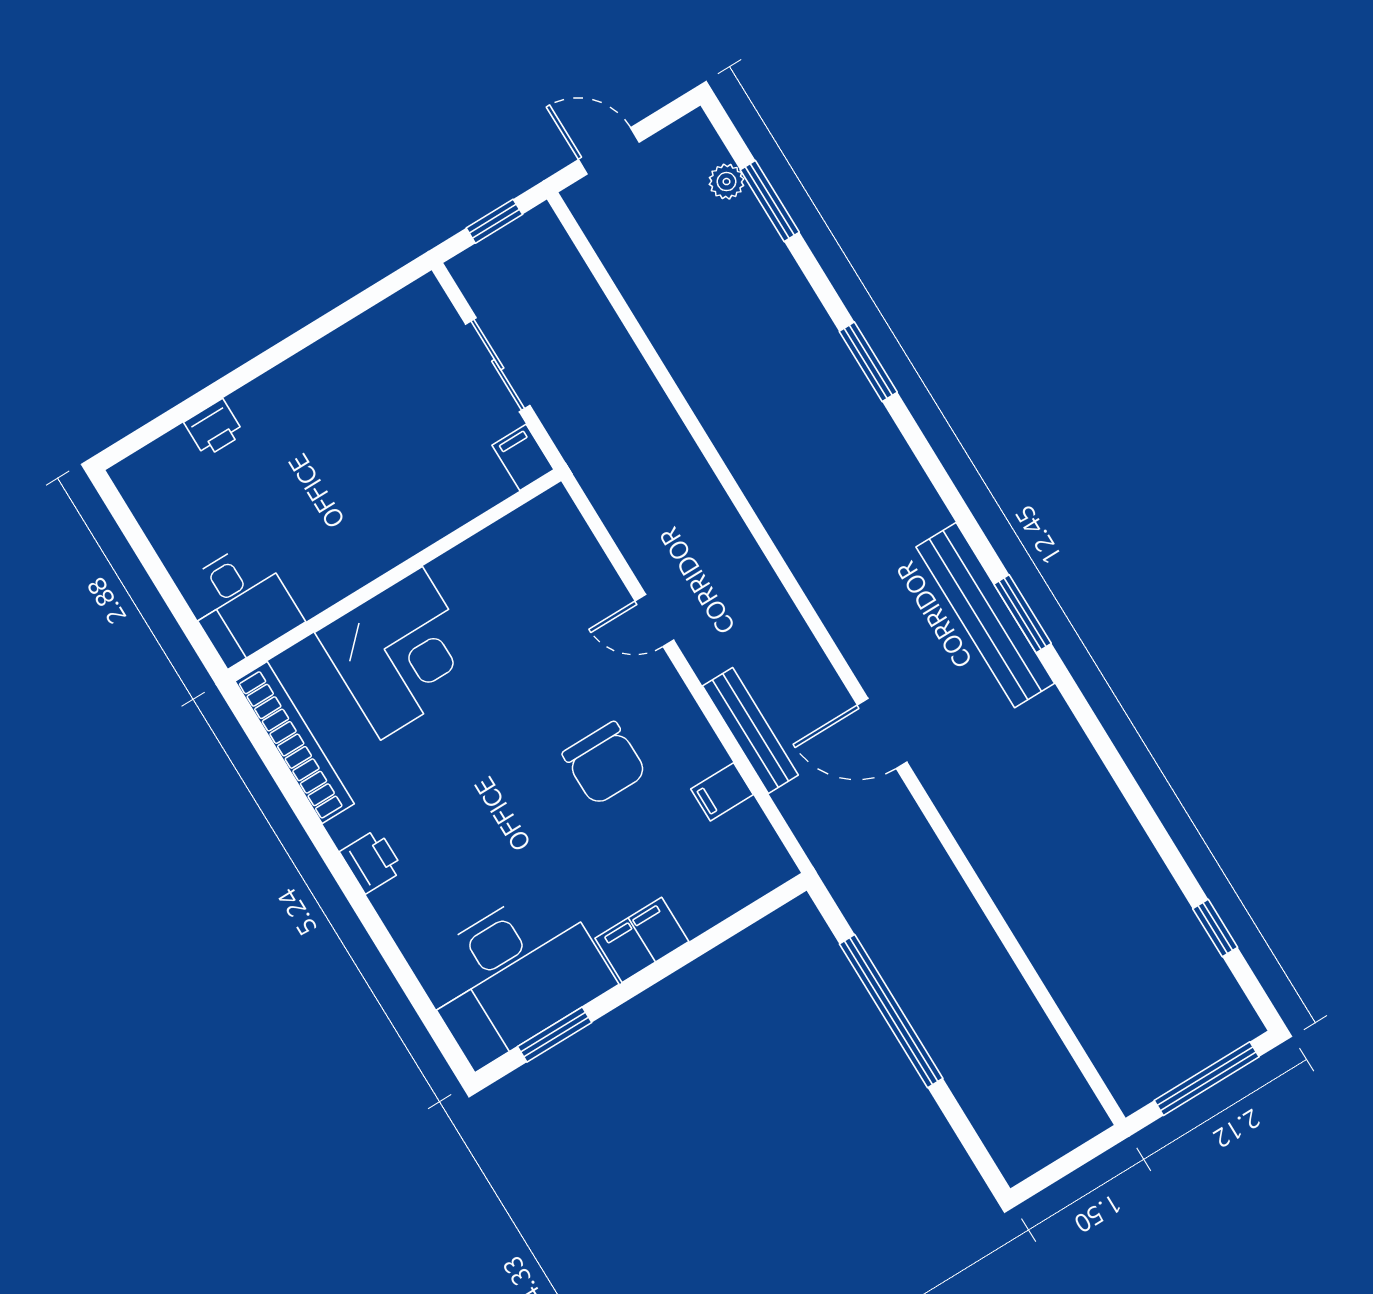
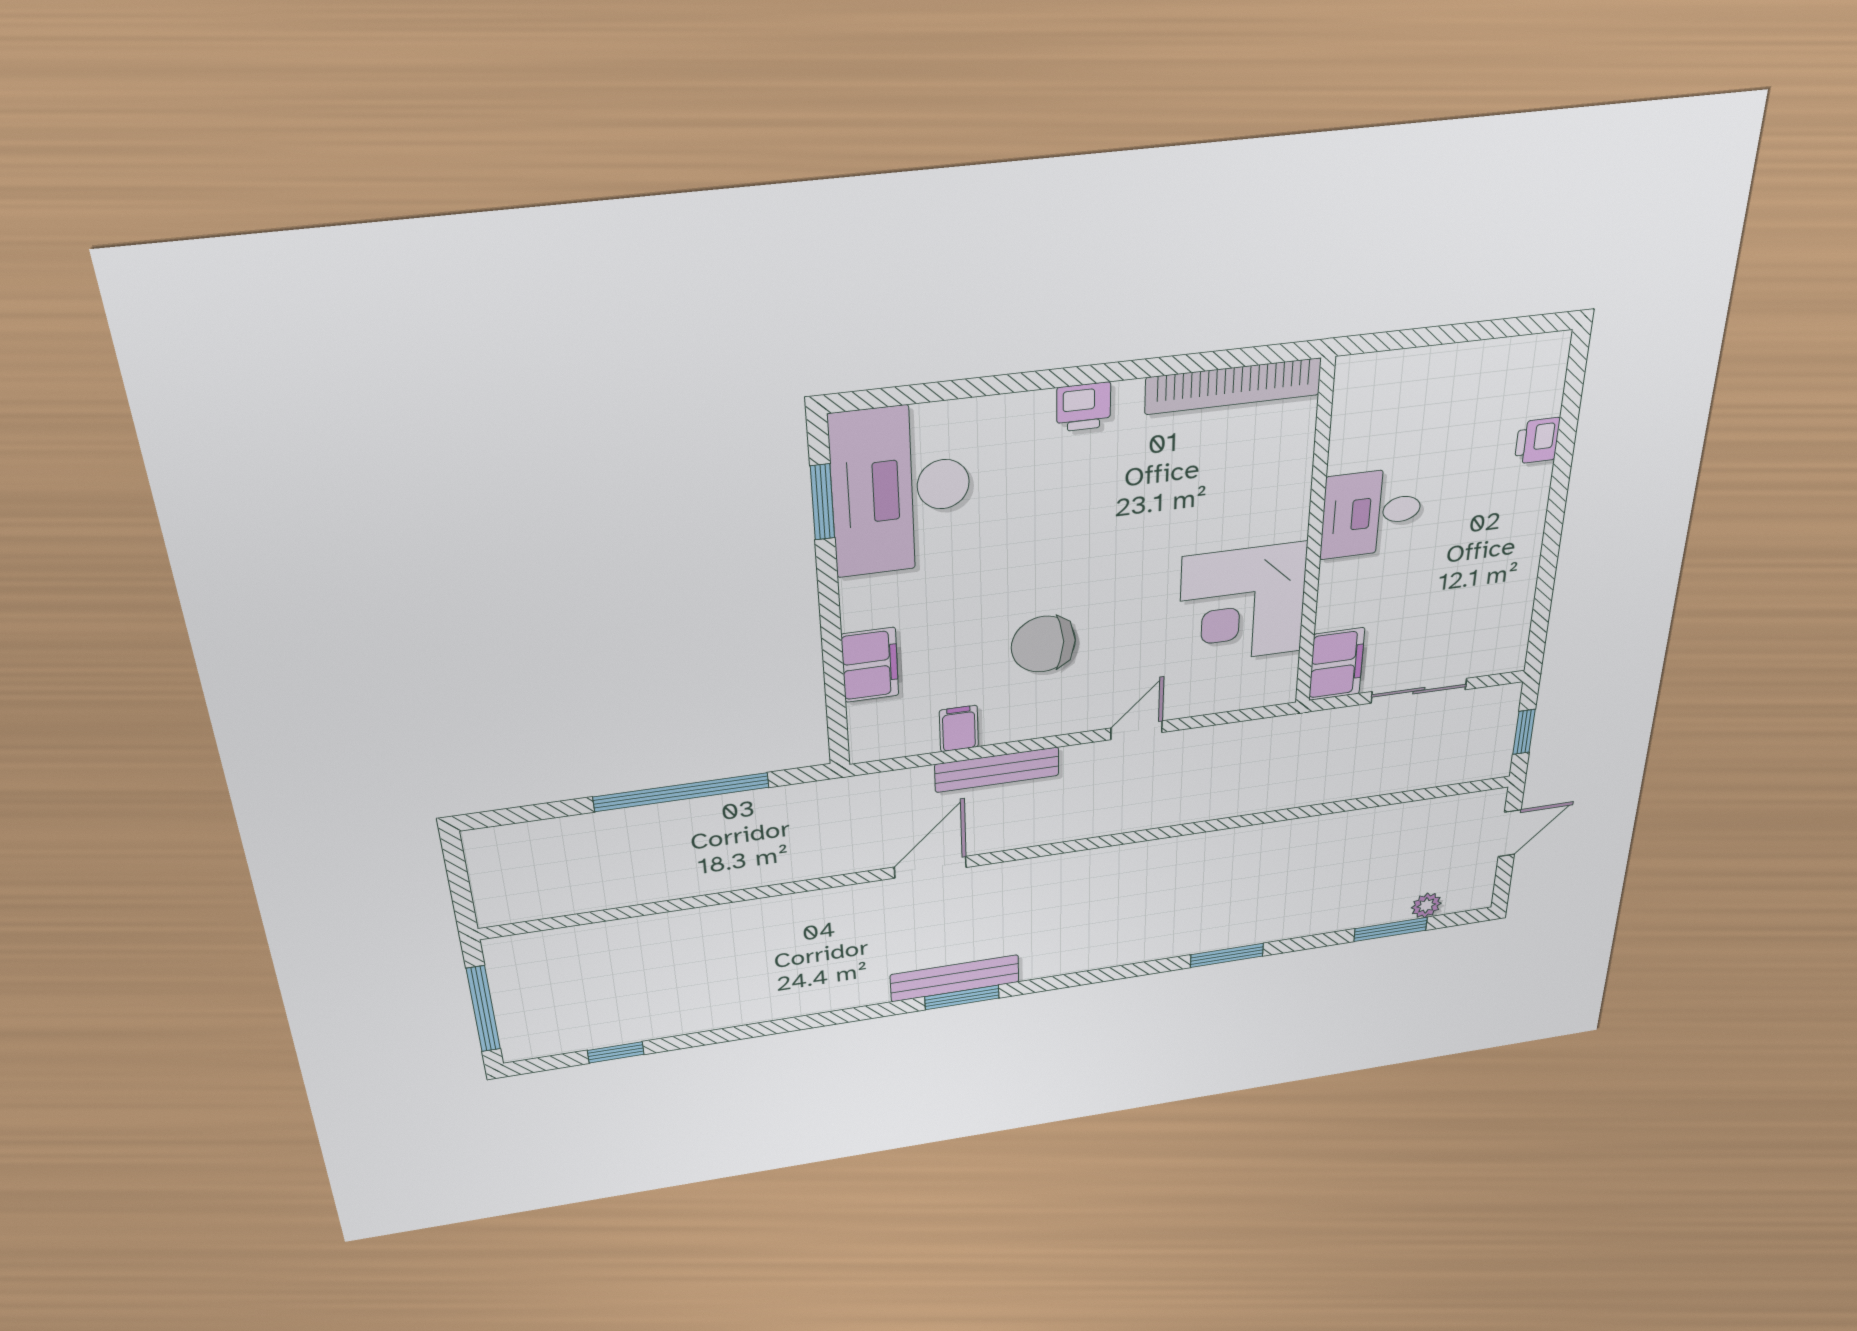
filing cabinet: (523, 457) -> (1337, 664), width x2.00
desk: (241, 604) -> (1371, 513), moved
bench: (985, 615) -> (955, 978), width x0.73, depth x0.82
corner desk: (401, 653) -> (1242, 604), moved
filing cabinet: (642, 940) -> (870, 665), moved

